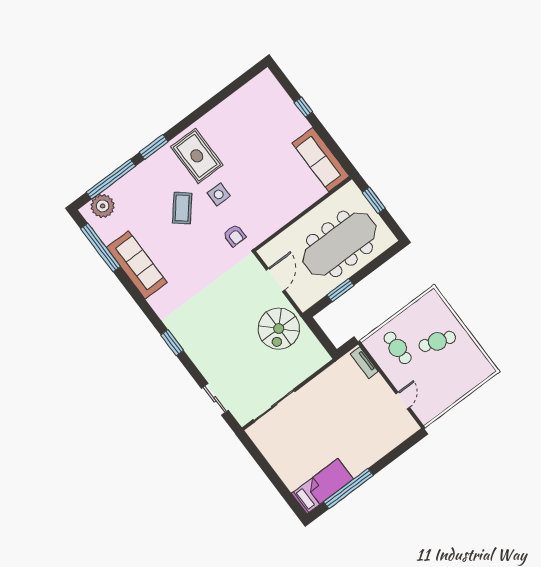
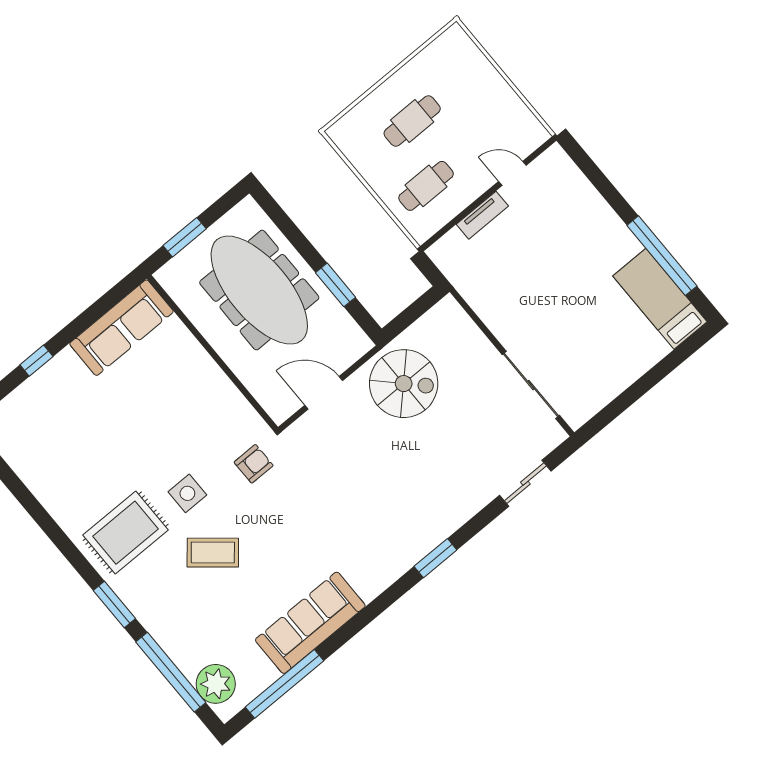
cafe table: (437, 341) -> (412, 121), turned 71
tv unit: (364, 363) -> (482, 215), moved

